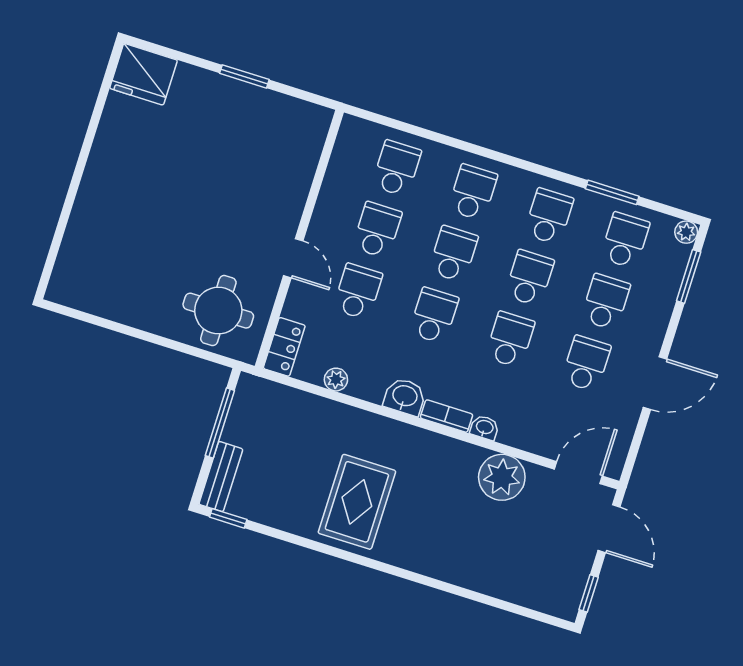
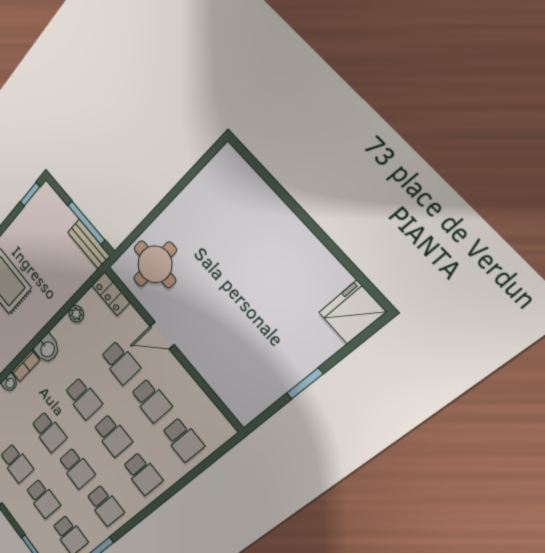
bench: (221, 477) -> (89, 244), moved

